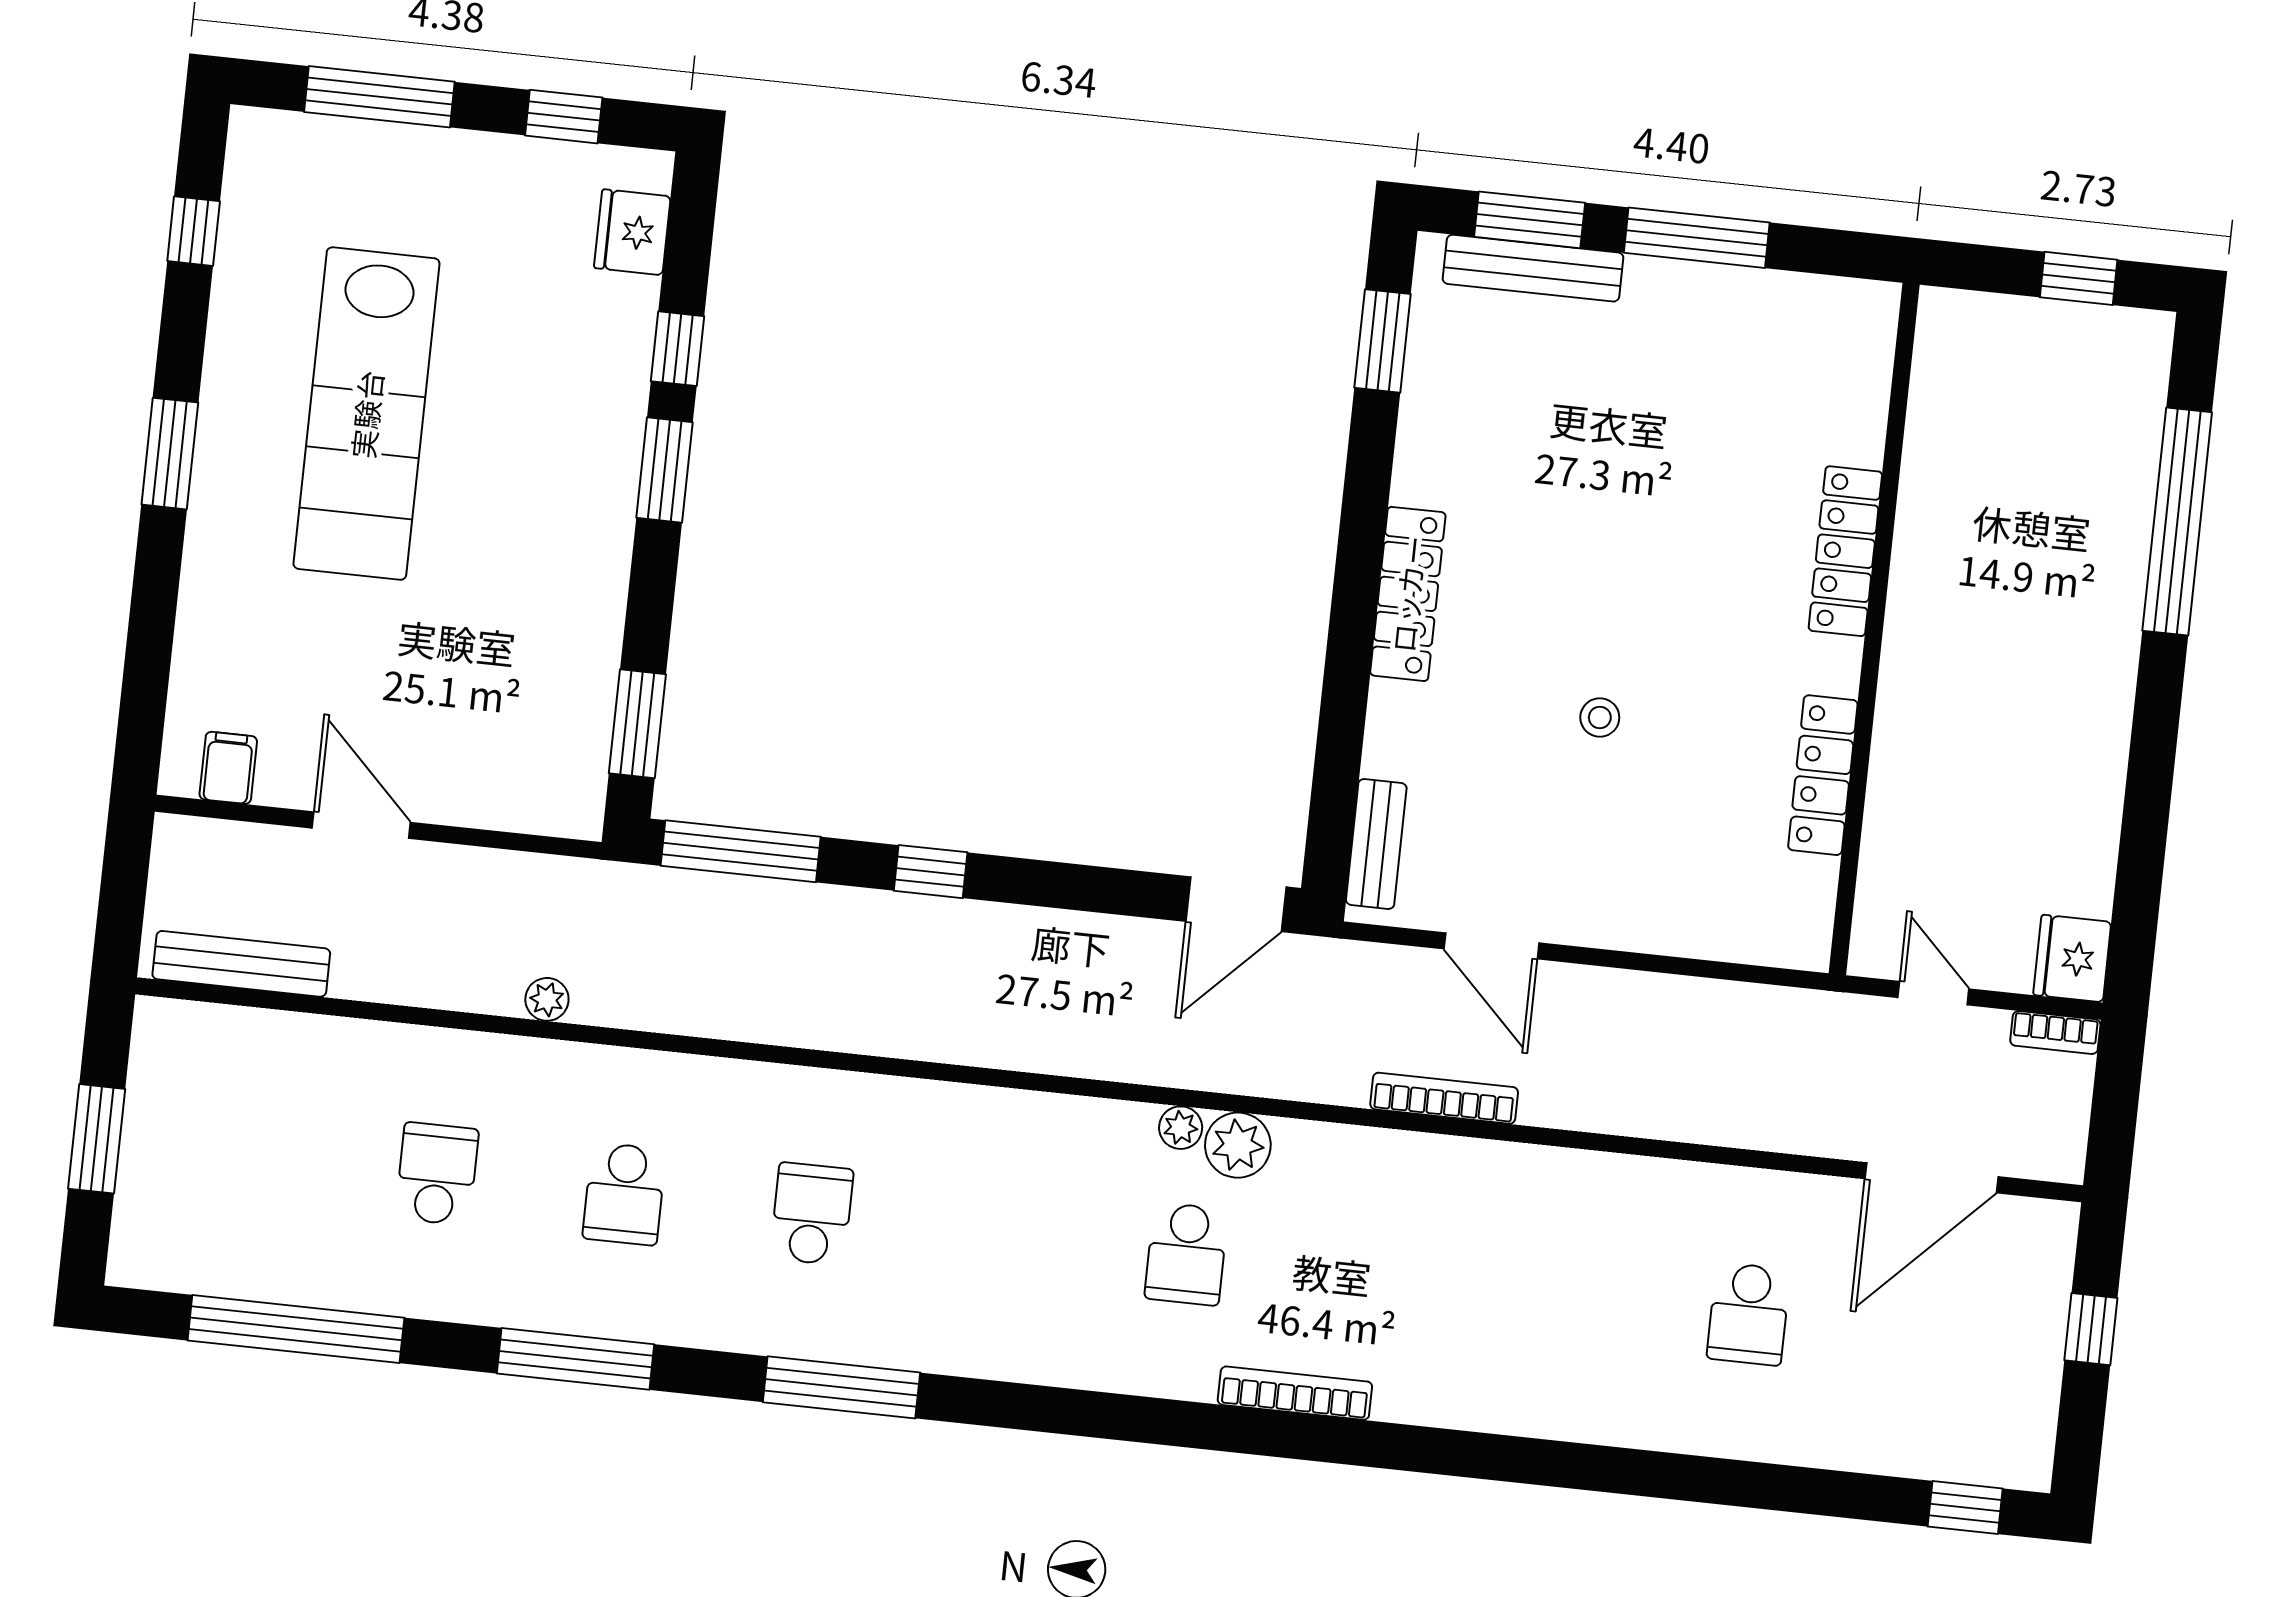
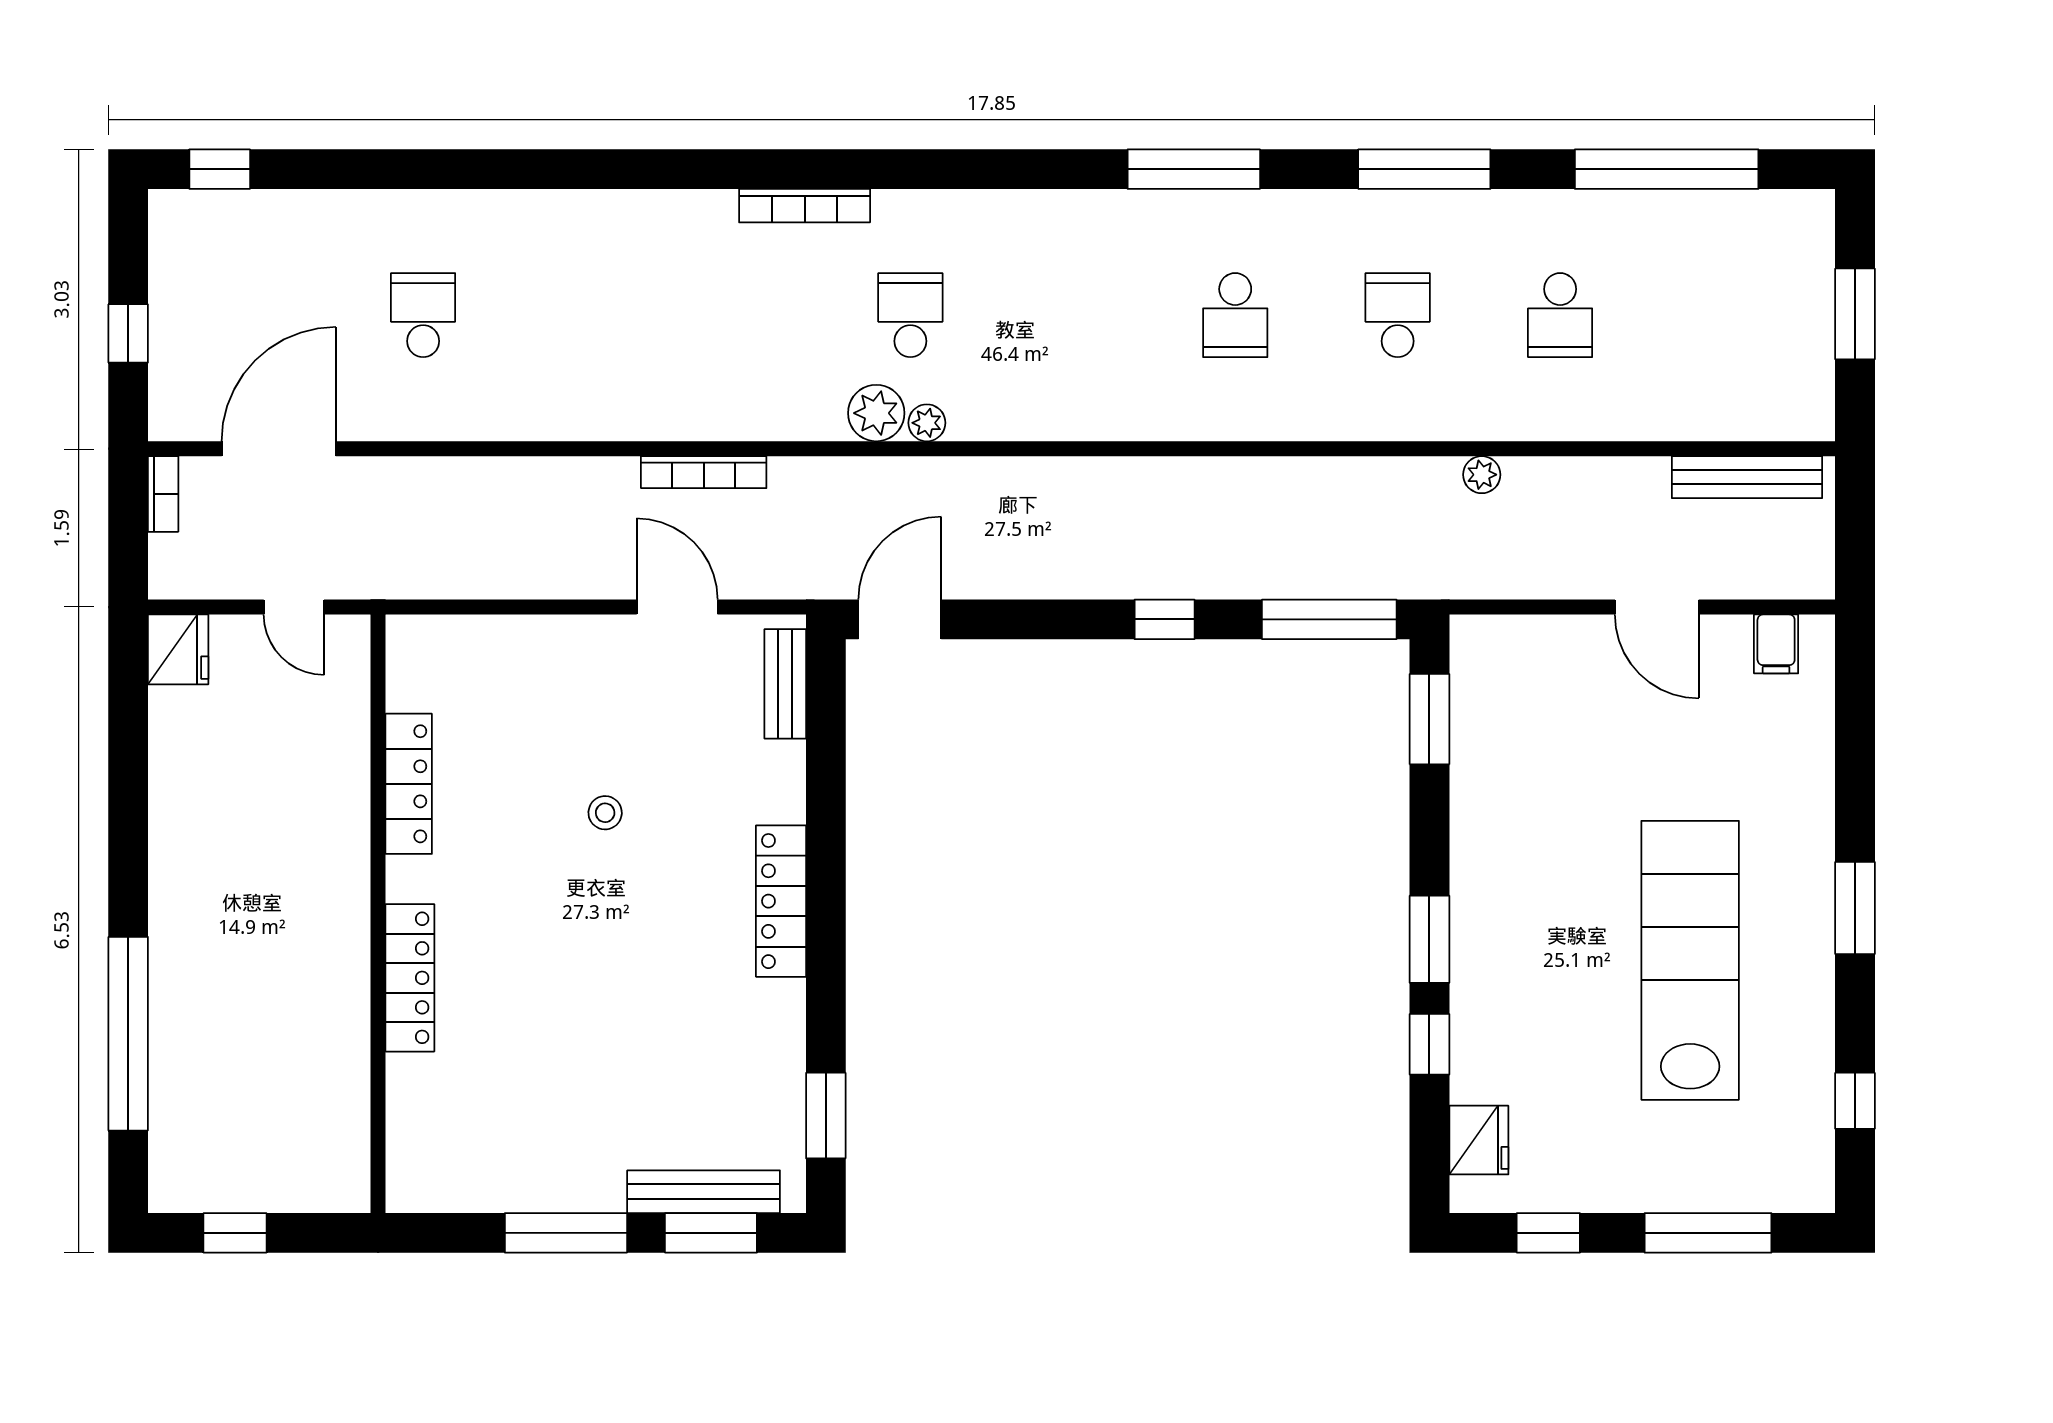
bookcase: (2055, 1033) -> (163, 494), moved, turned 90

